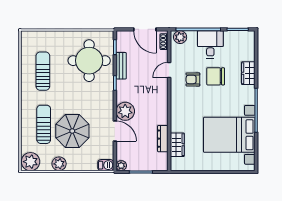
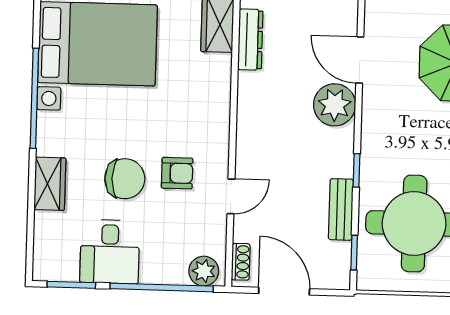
desk: (210, 44) -> (110, 252), moved

